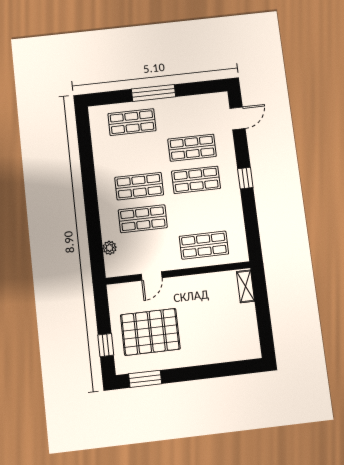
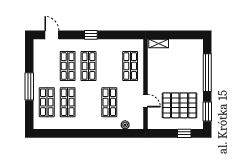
shop shelf: (139, 186) -> (68, 102), moved
pallet: (150, 332) -> (180, 105), turned 90
window: (208, 371) -> (207, 73), added

